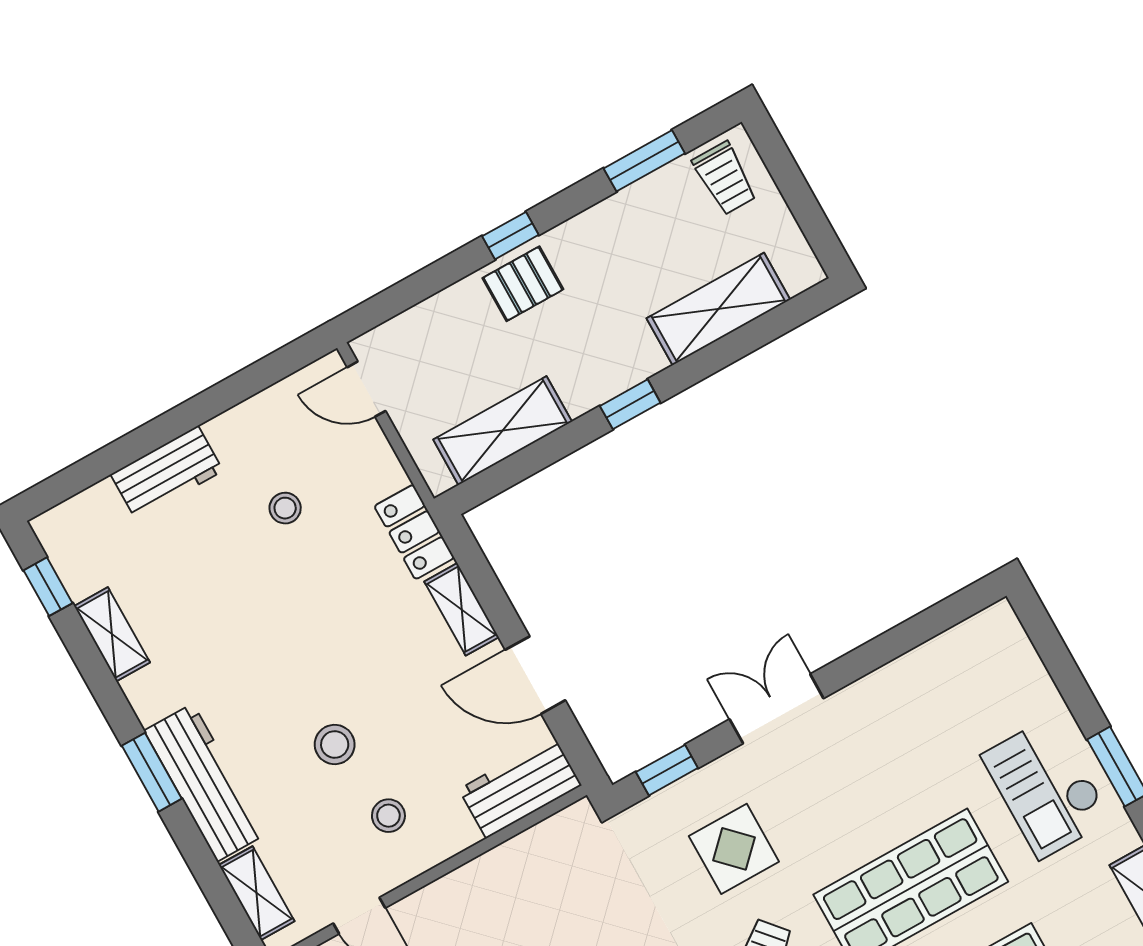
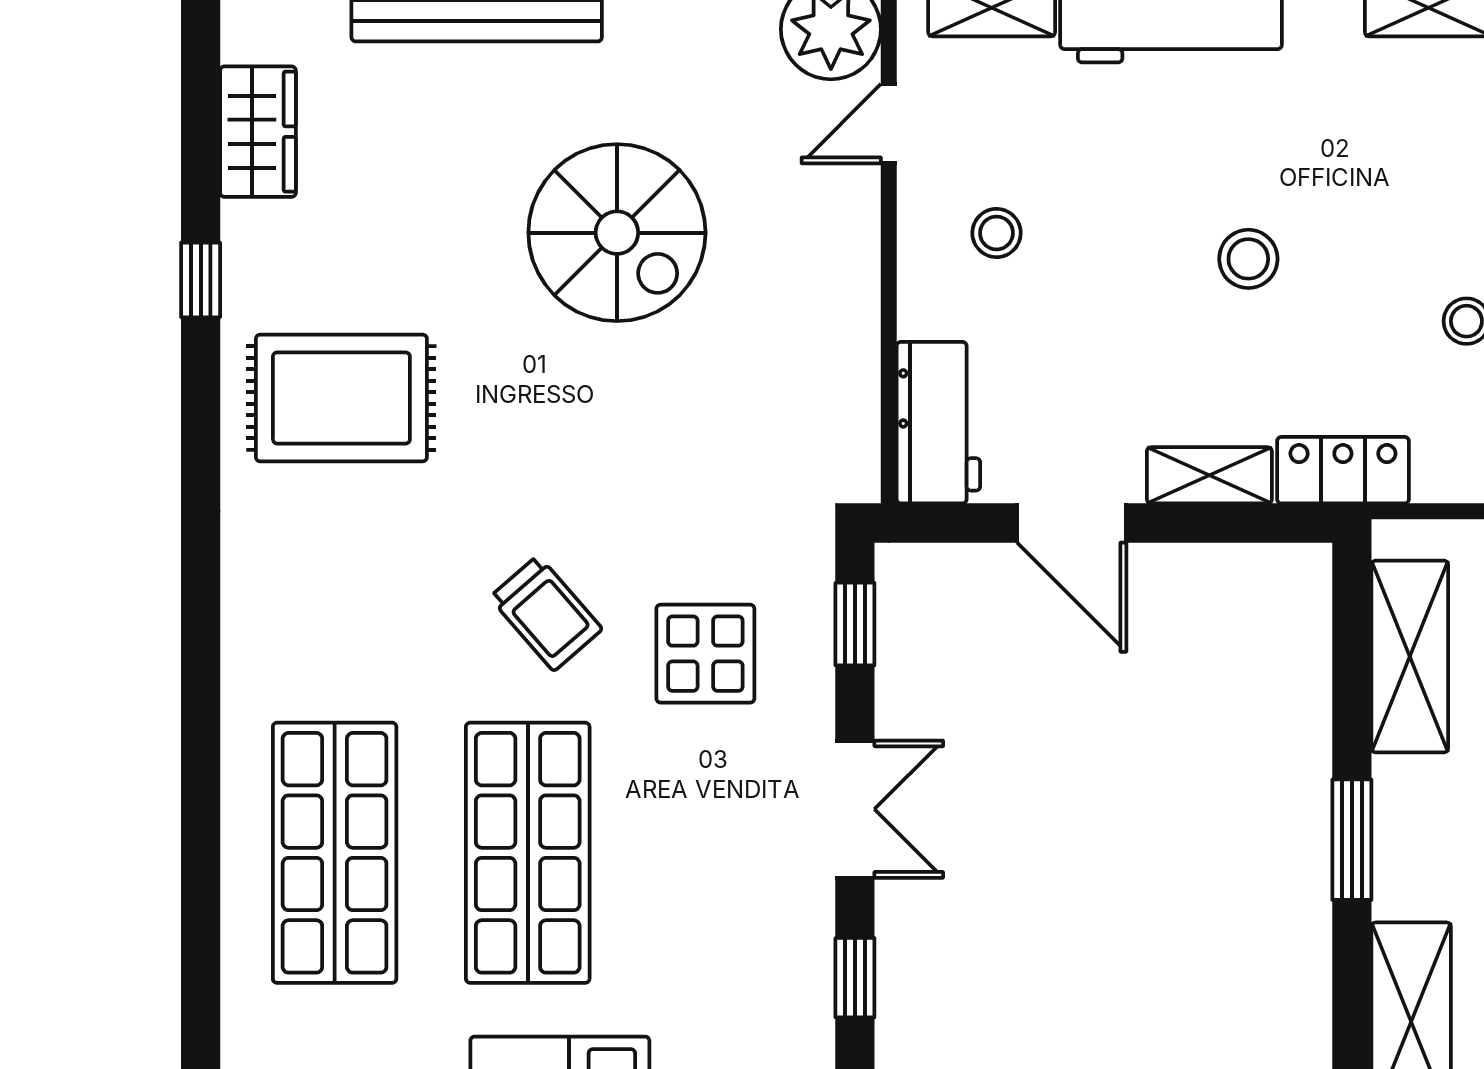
window: (630, 404) -> (1352, 840), width x1.50
window: (876, 653) -> (855, 978), added
door: (535, 675) -> (1072, 523), swing flipped
stool: (335, 745) -> (1248, 259), moved

